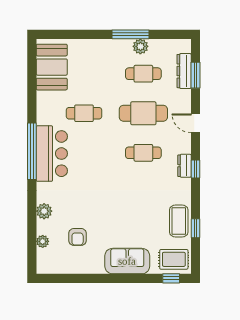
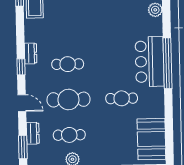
dresser: (184, 71) -> (33, 133), width x0.70
window: (196, 75) -> (23, 147), moved
door: (196, 123) -> (22, 103), moved
window: (196, 169) -> (21, 67), moved

